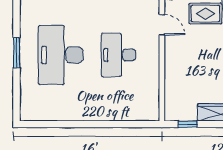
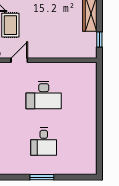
desk: (61, 55) -> (44, 142), width x0.53, depth x0.77

